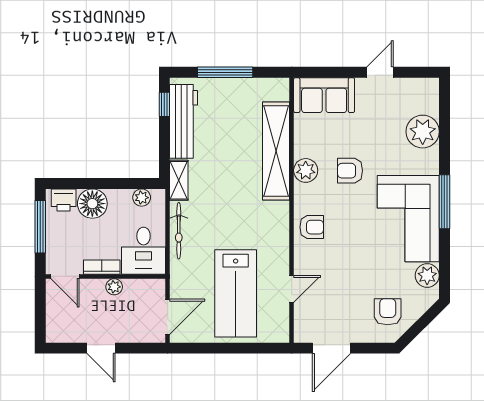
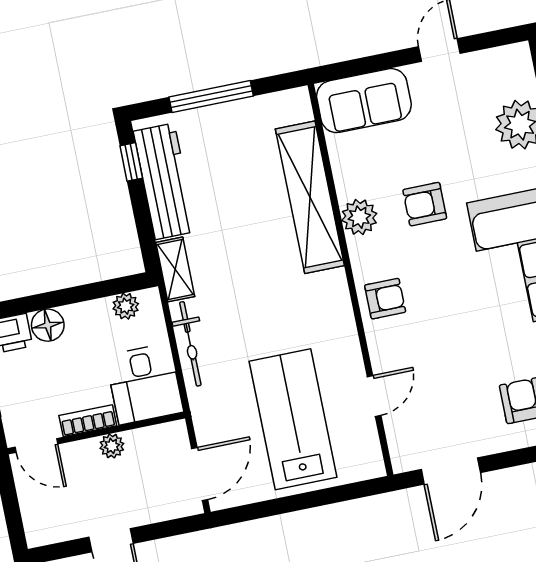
floor lamp: (92, 204) -> (48, 325), width x0.73, depth x0.73
lab bench: (236, 293) -> (293, 419), turned 180

